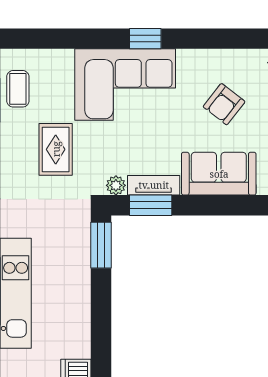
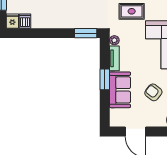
window: (151, 205) -> (105, 79), moved

